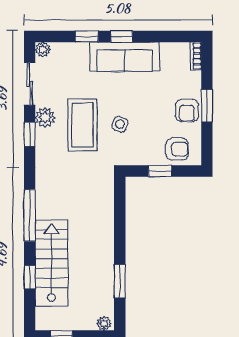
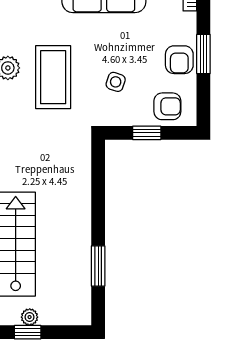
side table: (120, 124) -> (116, 82), moved
plant: (104, 323) -> (30, 317), moved

